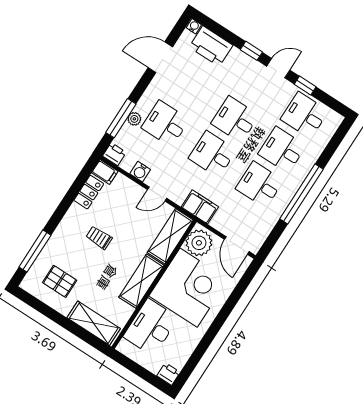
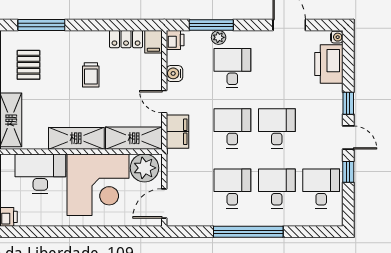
filing cabinet: (200, 207) -> (177, 132), moved
trolley: (99, 238) -> (91, 75), turned 180

